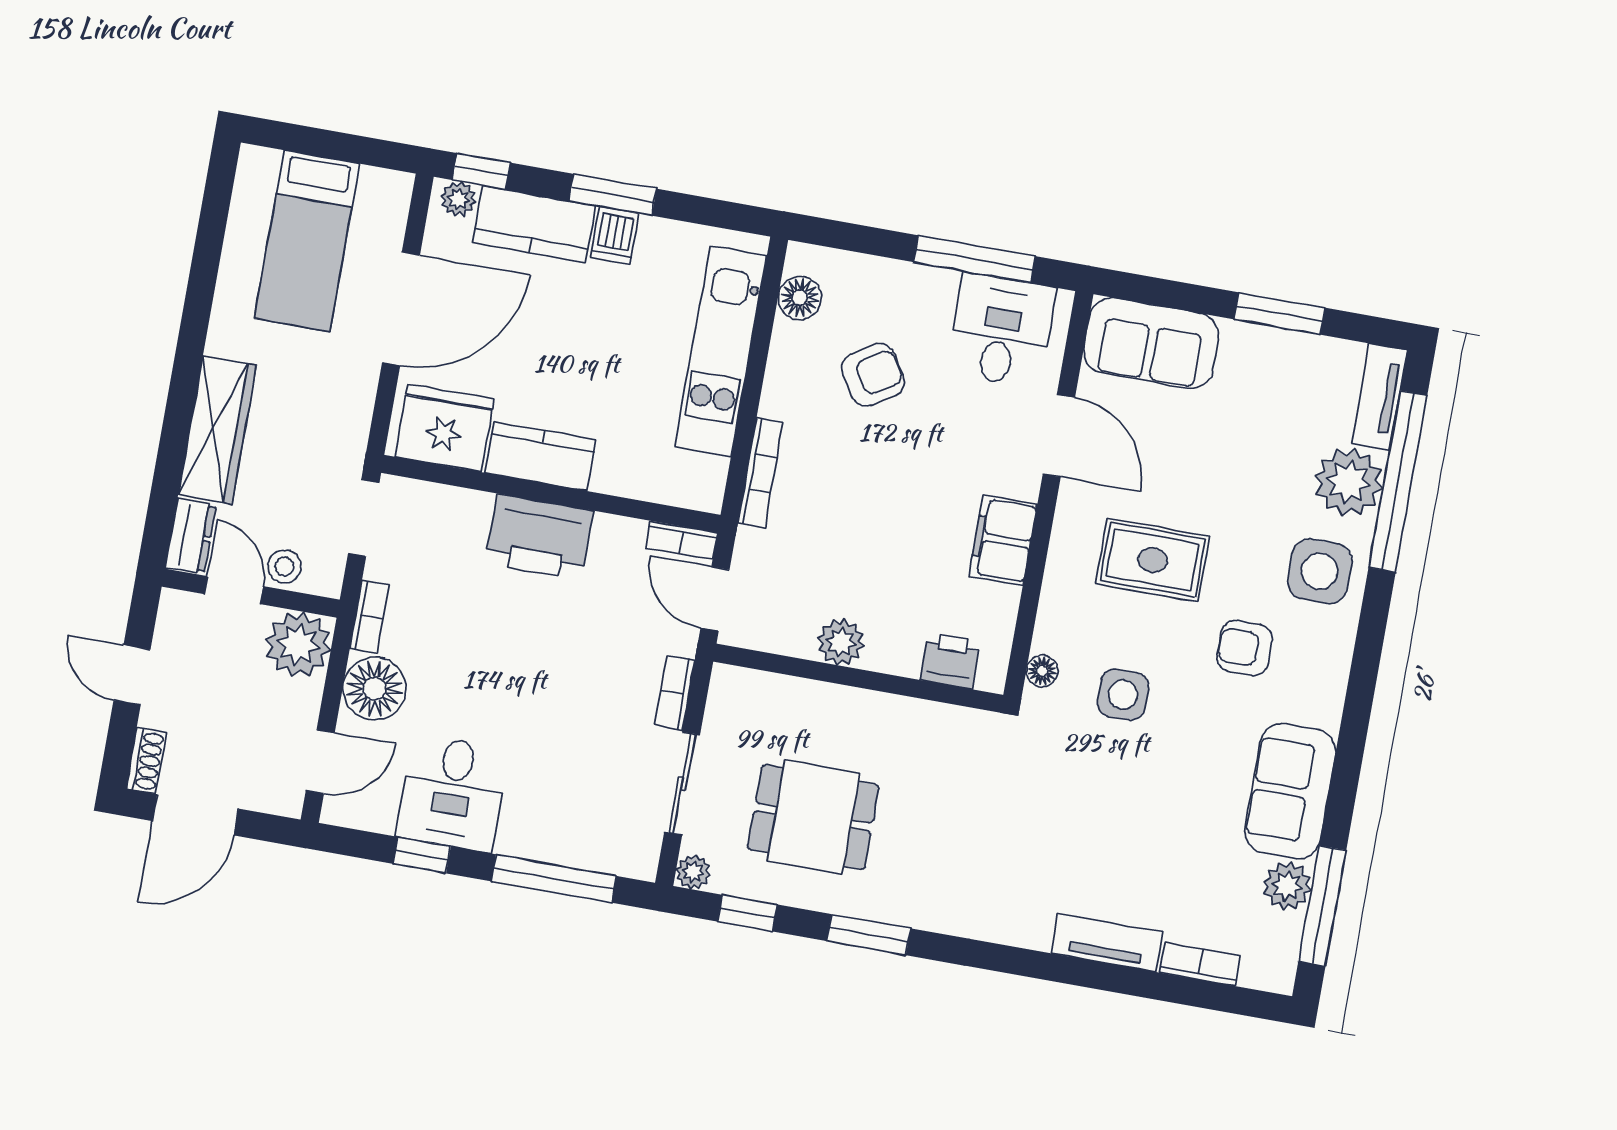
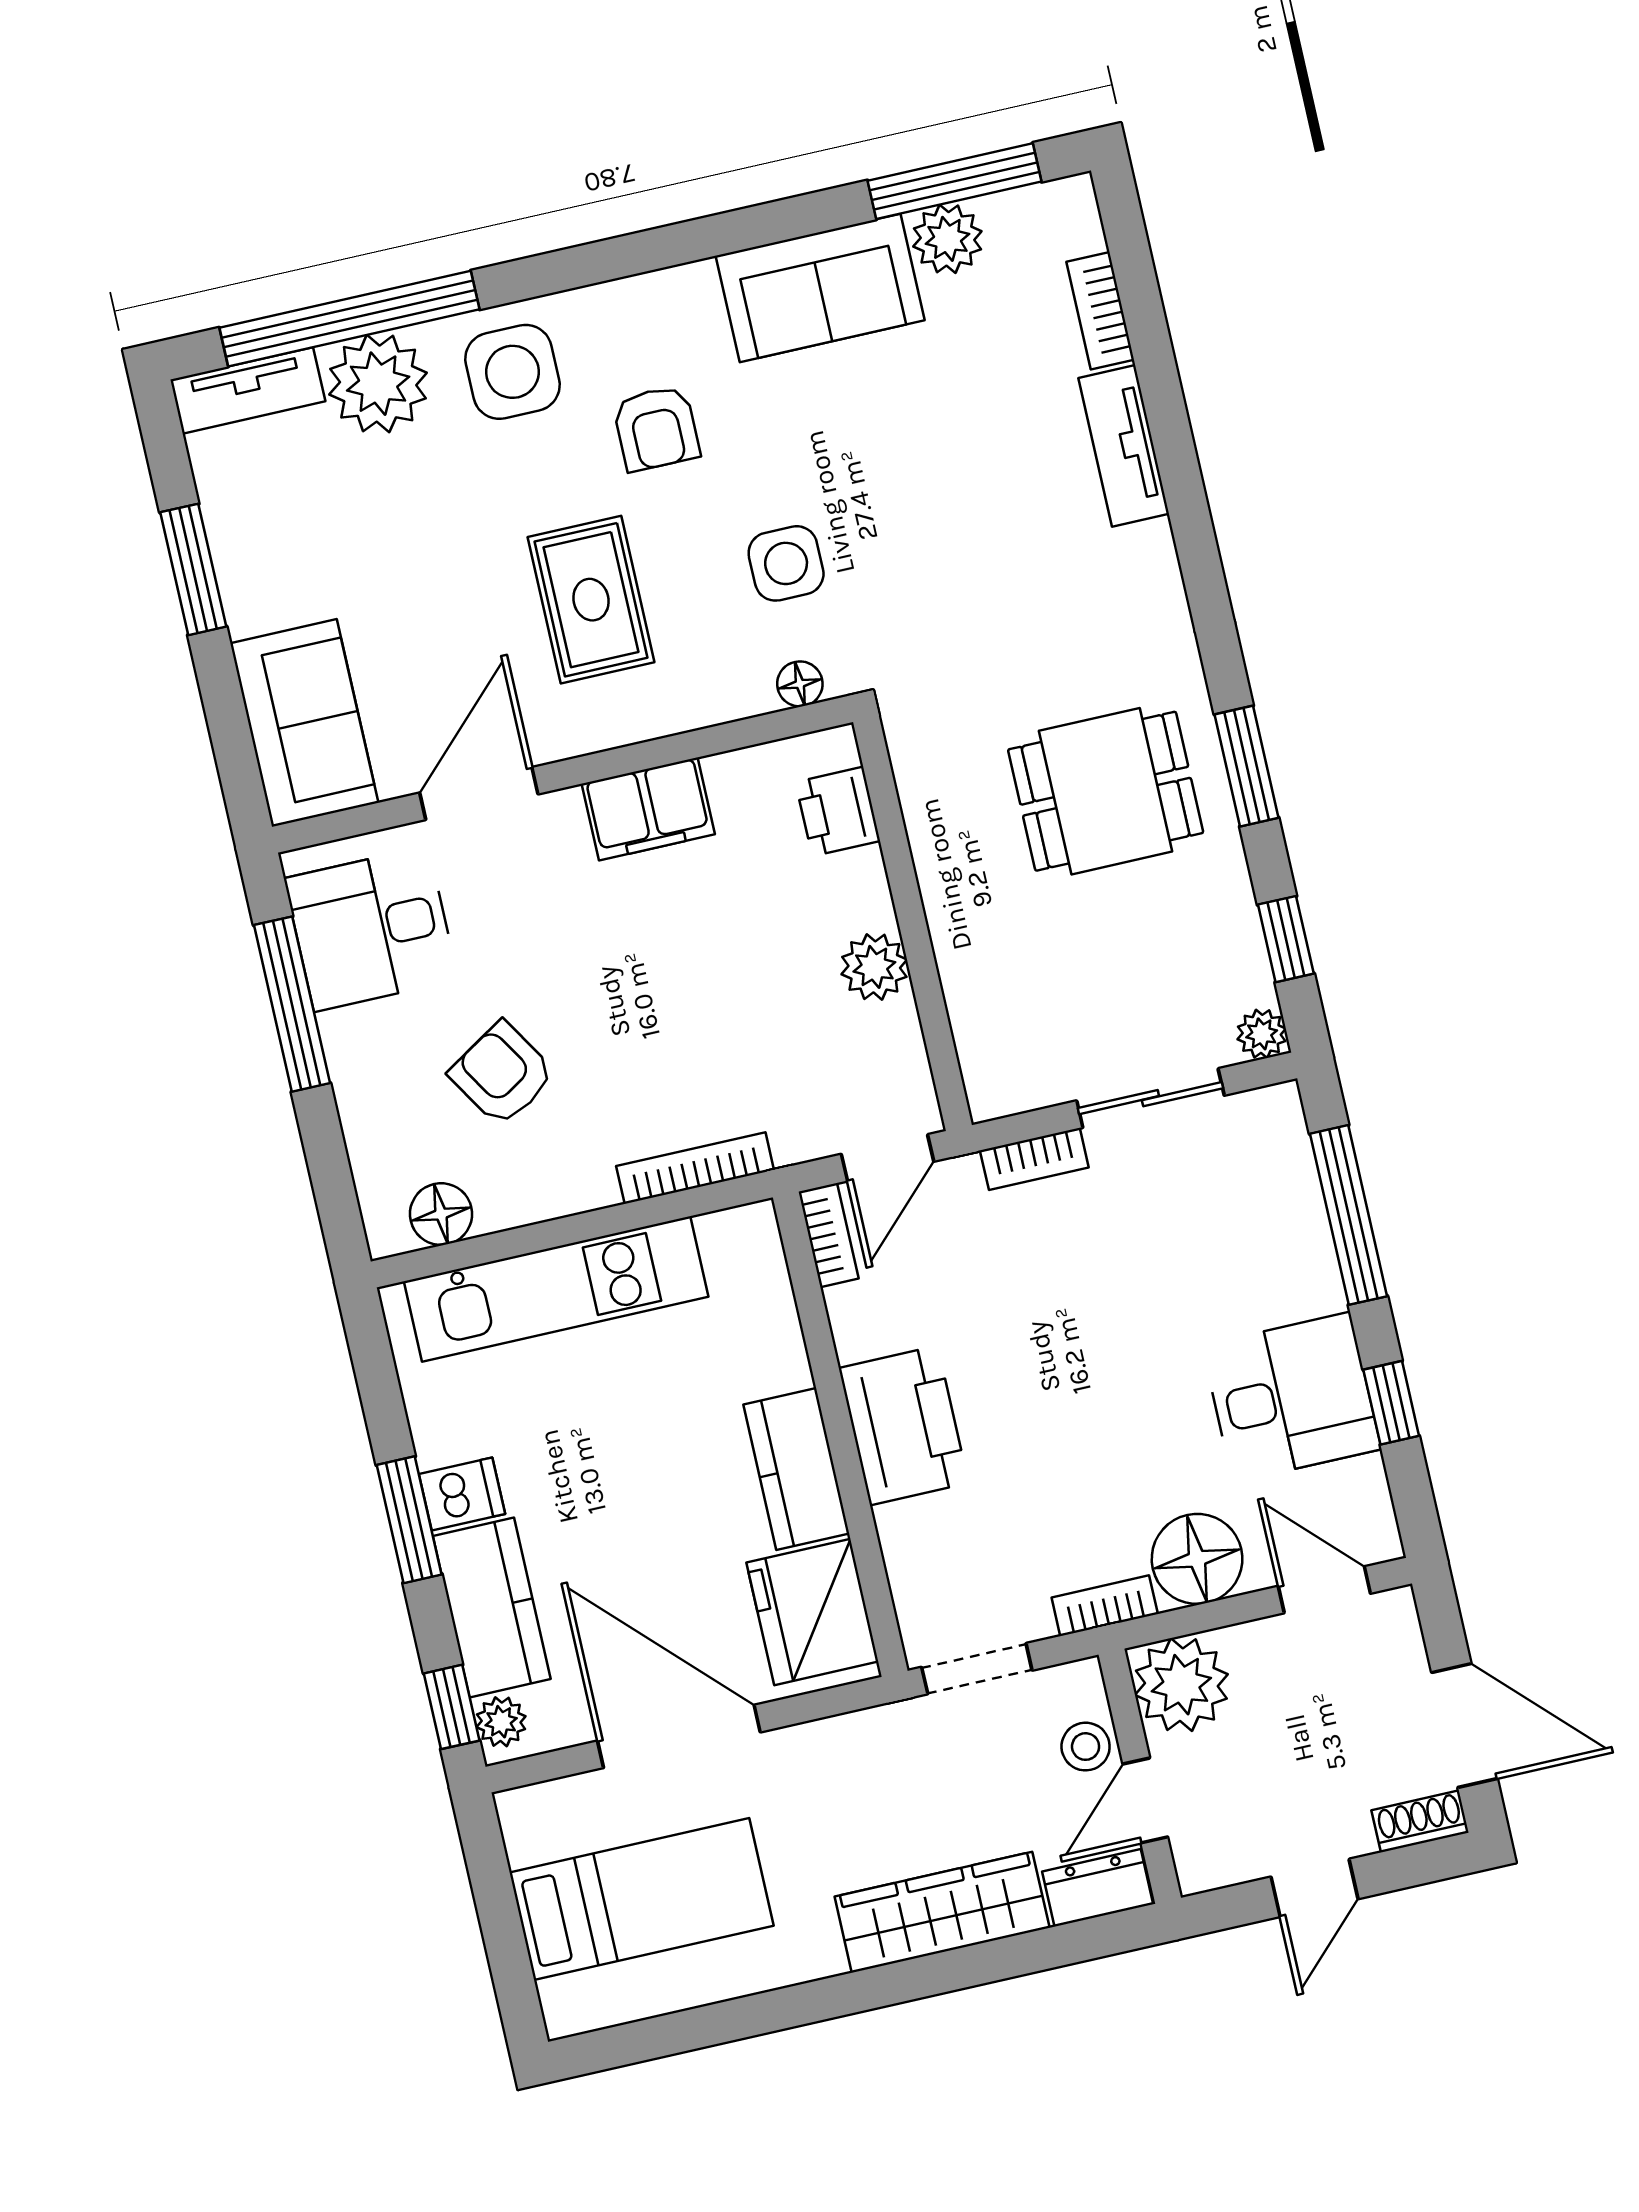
dining table: (813, 817) -> (1106, 791), moved, turned 90

